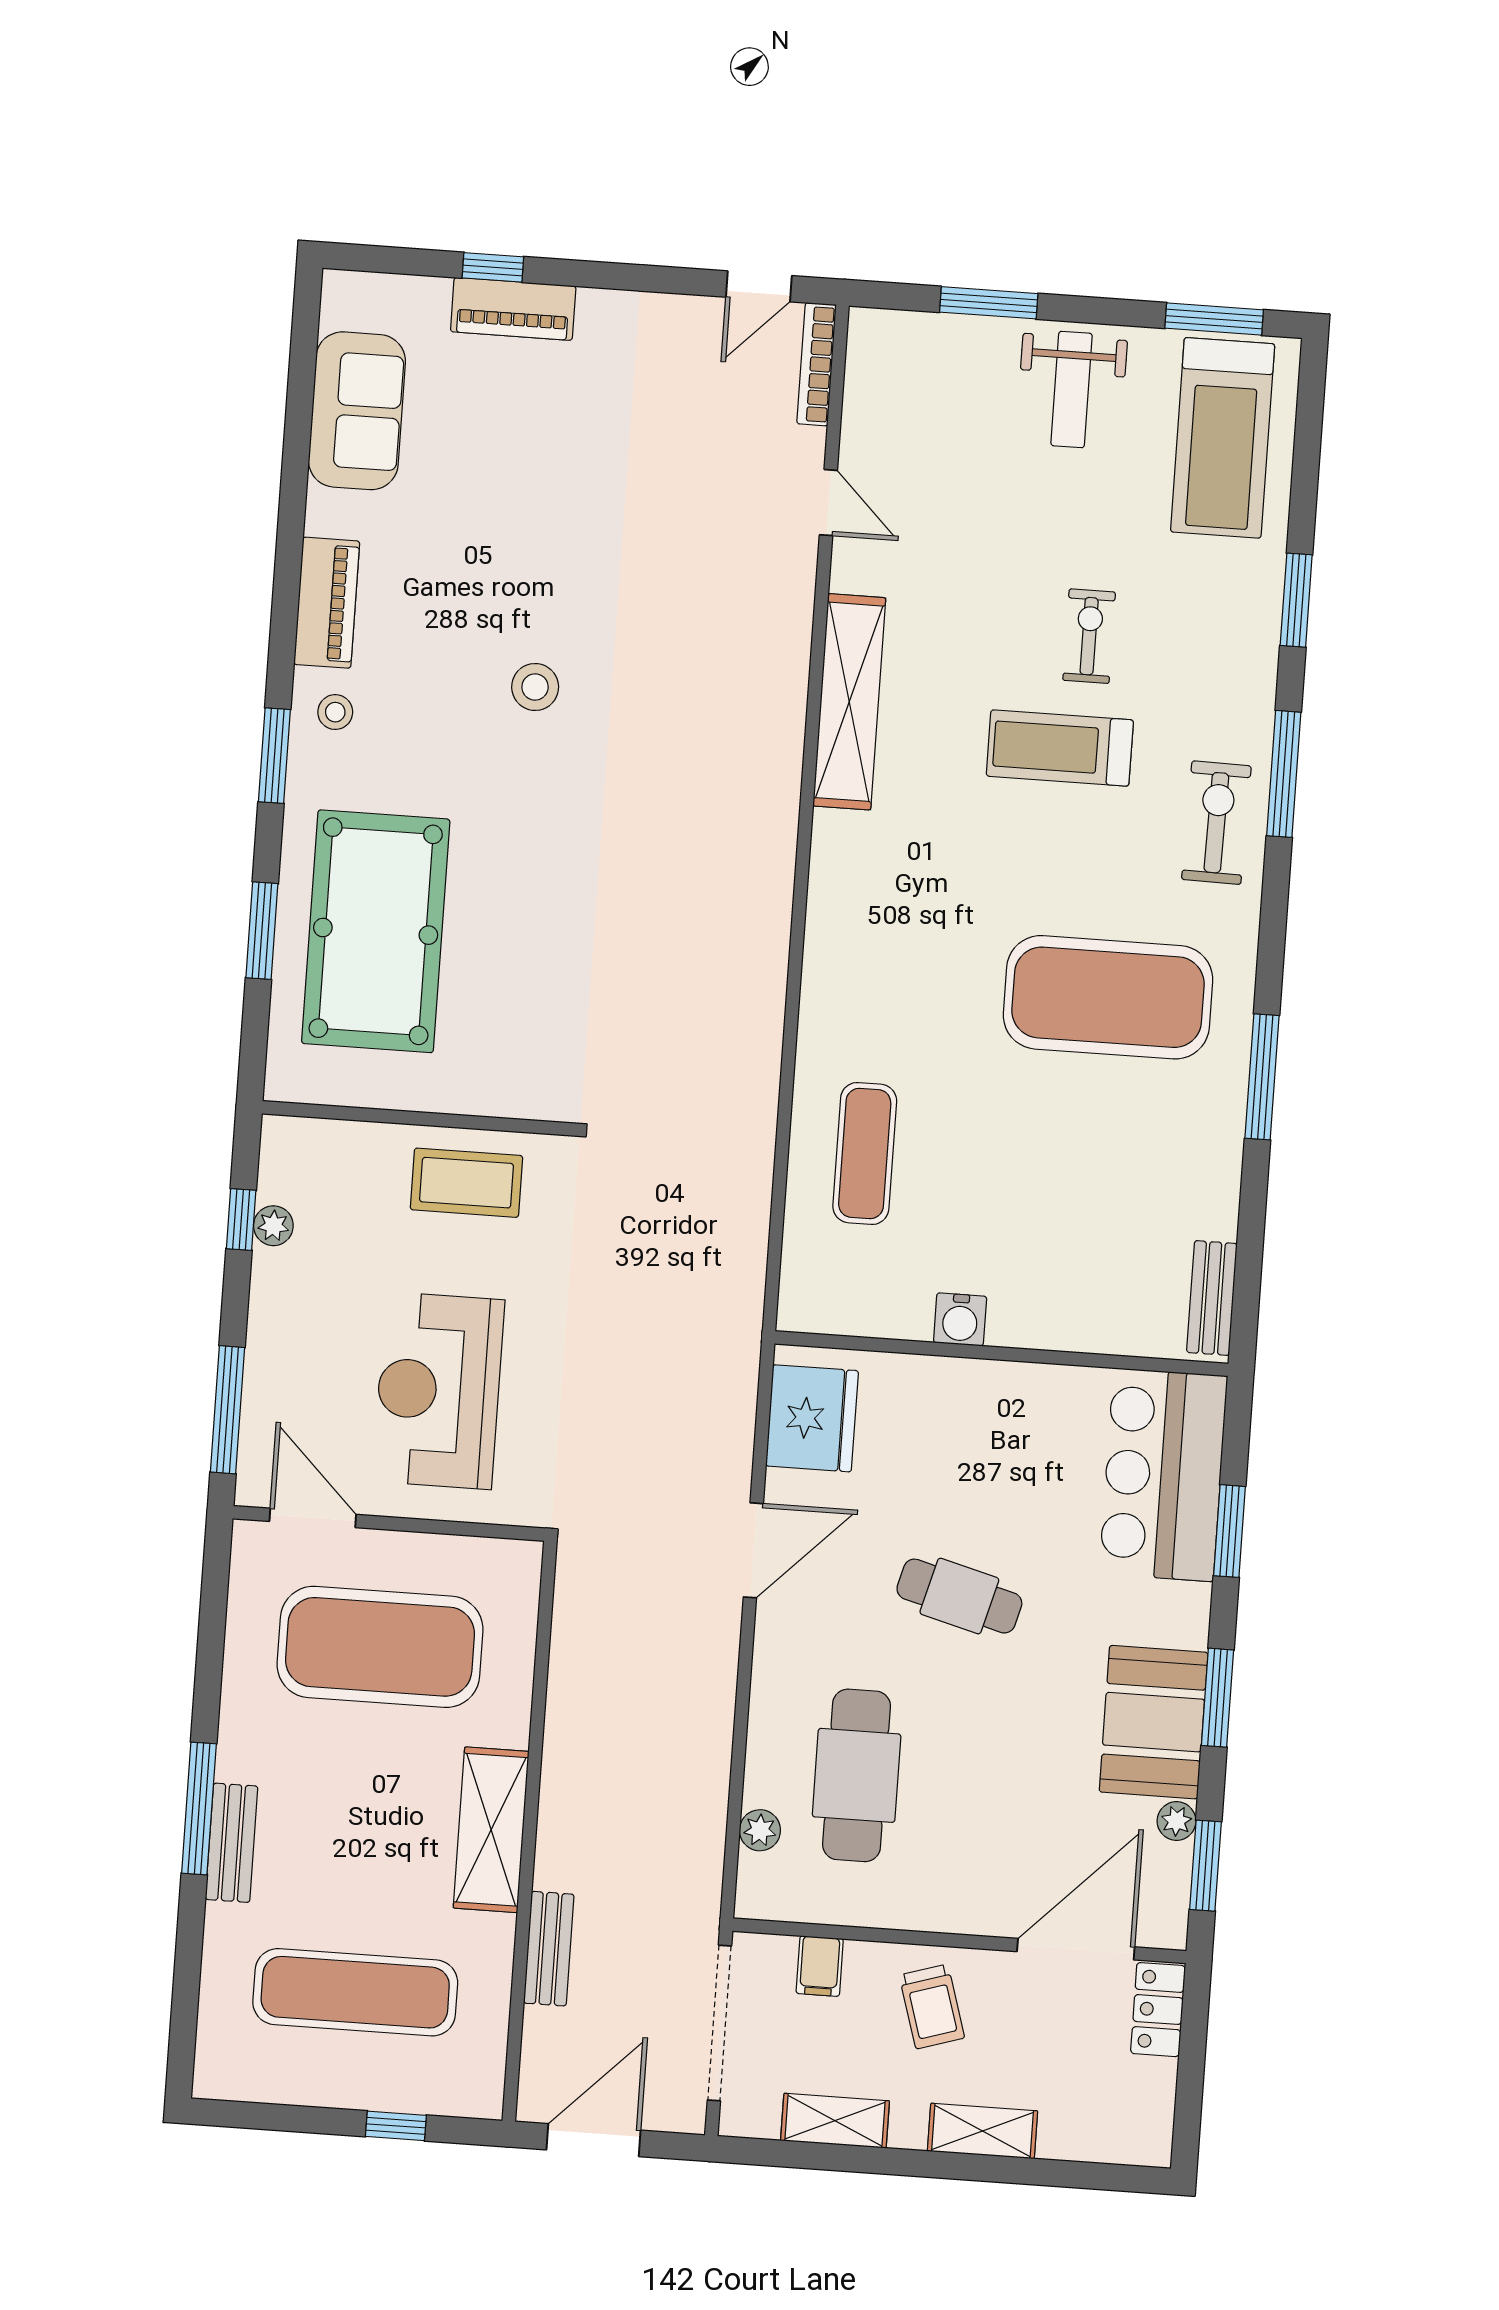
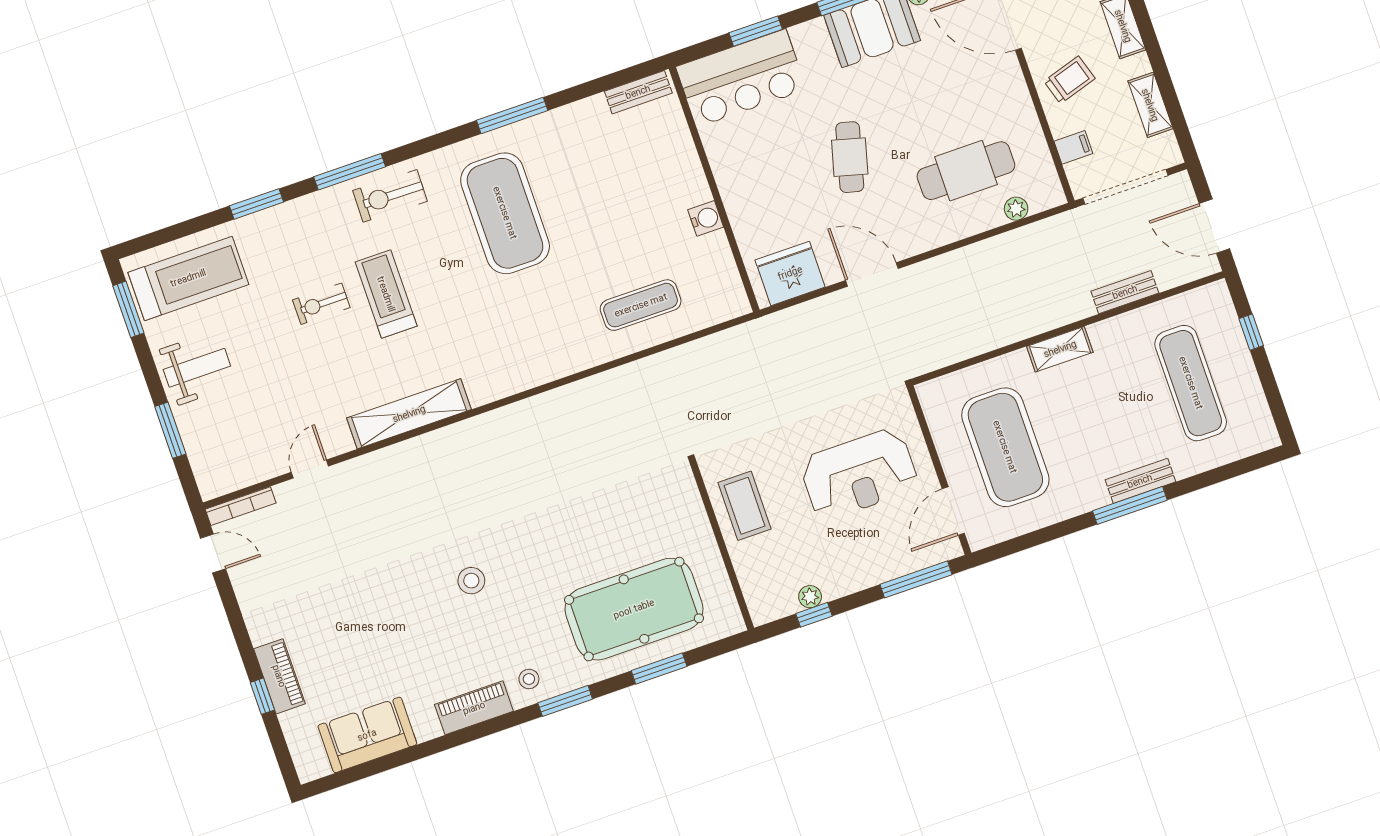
treadmill: (1060, 748) -> (386, 294), turned 180
shelving: (491, 1830) -> (1060, 349), width x0.67, depth x0.75

